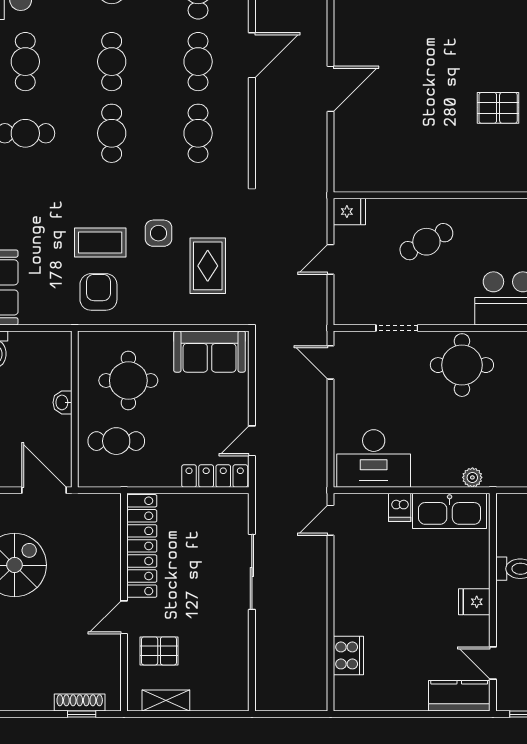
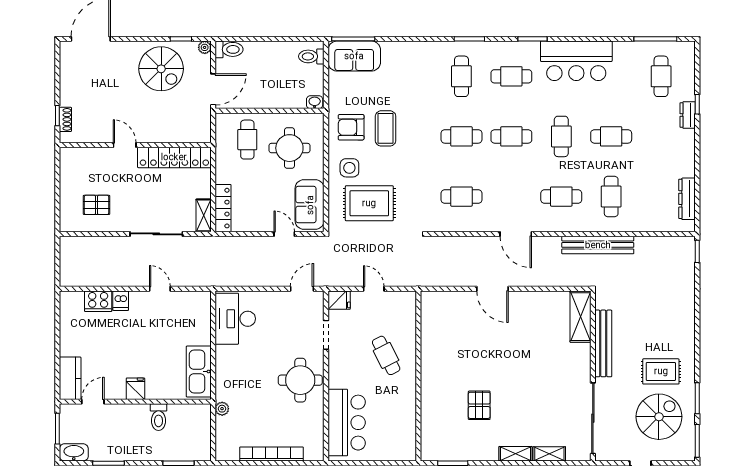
cafe table: (198, 62) -> (511, 197), removed
fridge: (349, 212) -> (339, 300), moved, turned -90
side table: (158, 233) -> (349, 168), moved
rug: (208, 266) -> (369, 203), width x1.36, depth x1.43
armchair: (98, 292) -> (351, 127), turned 180
washbasin: (62, 402) -> (315, 102), moved
door: (252, 441) -> (284, 234), moved
plant: (472, 477) -> (222, 409), moved
dishwasher: (400, 507) -> (121, 301), moved, turned -90
door: (331, 520) -> (160, 289), moved
pallet: (159, 651) -> (97, 205), moved, turned 90
shelving: (166, 700) -> (204, 215), moved
shoe rack: (80, 703) -> (65, 119), width x0.70

